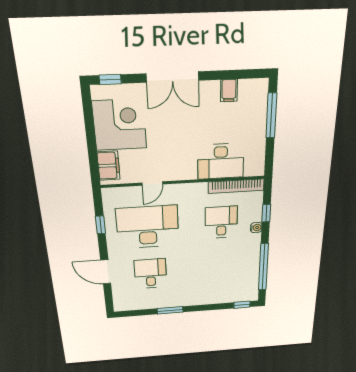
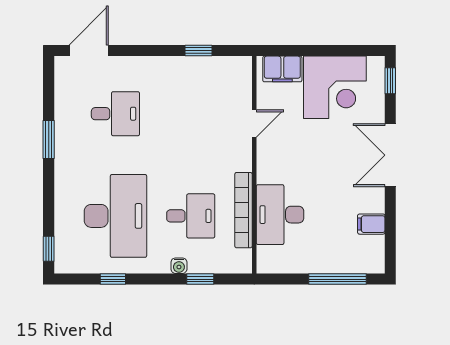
door: (152, 184) -> (254, 124), swing flipped
bookcase: (236, 186) -> (243, 210), moved
desk: (148, 227) -> (115, 216), moved
window: (263, 267) -> (113, 279), width x0.32
door: (106, 272) -> (89, 51), moved

